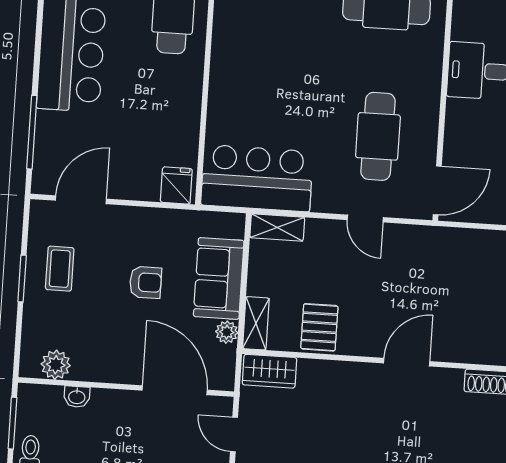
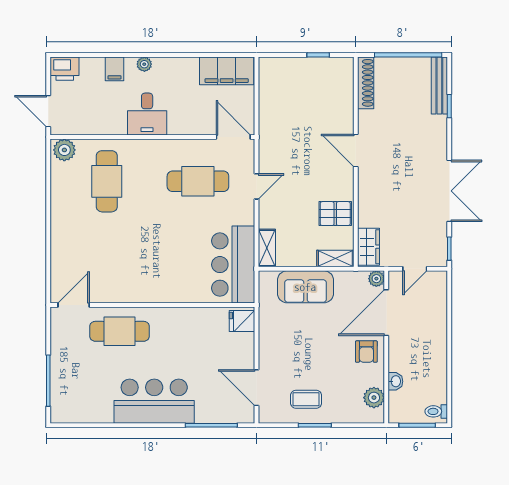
armchair: (145, 282) -> (366, 352), moved, turned 180
plant: (227, 332) -> (376, 279), moved

